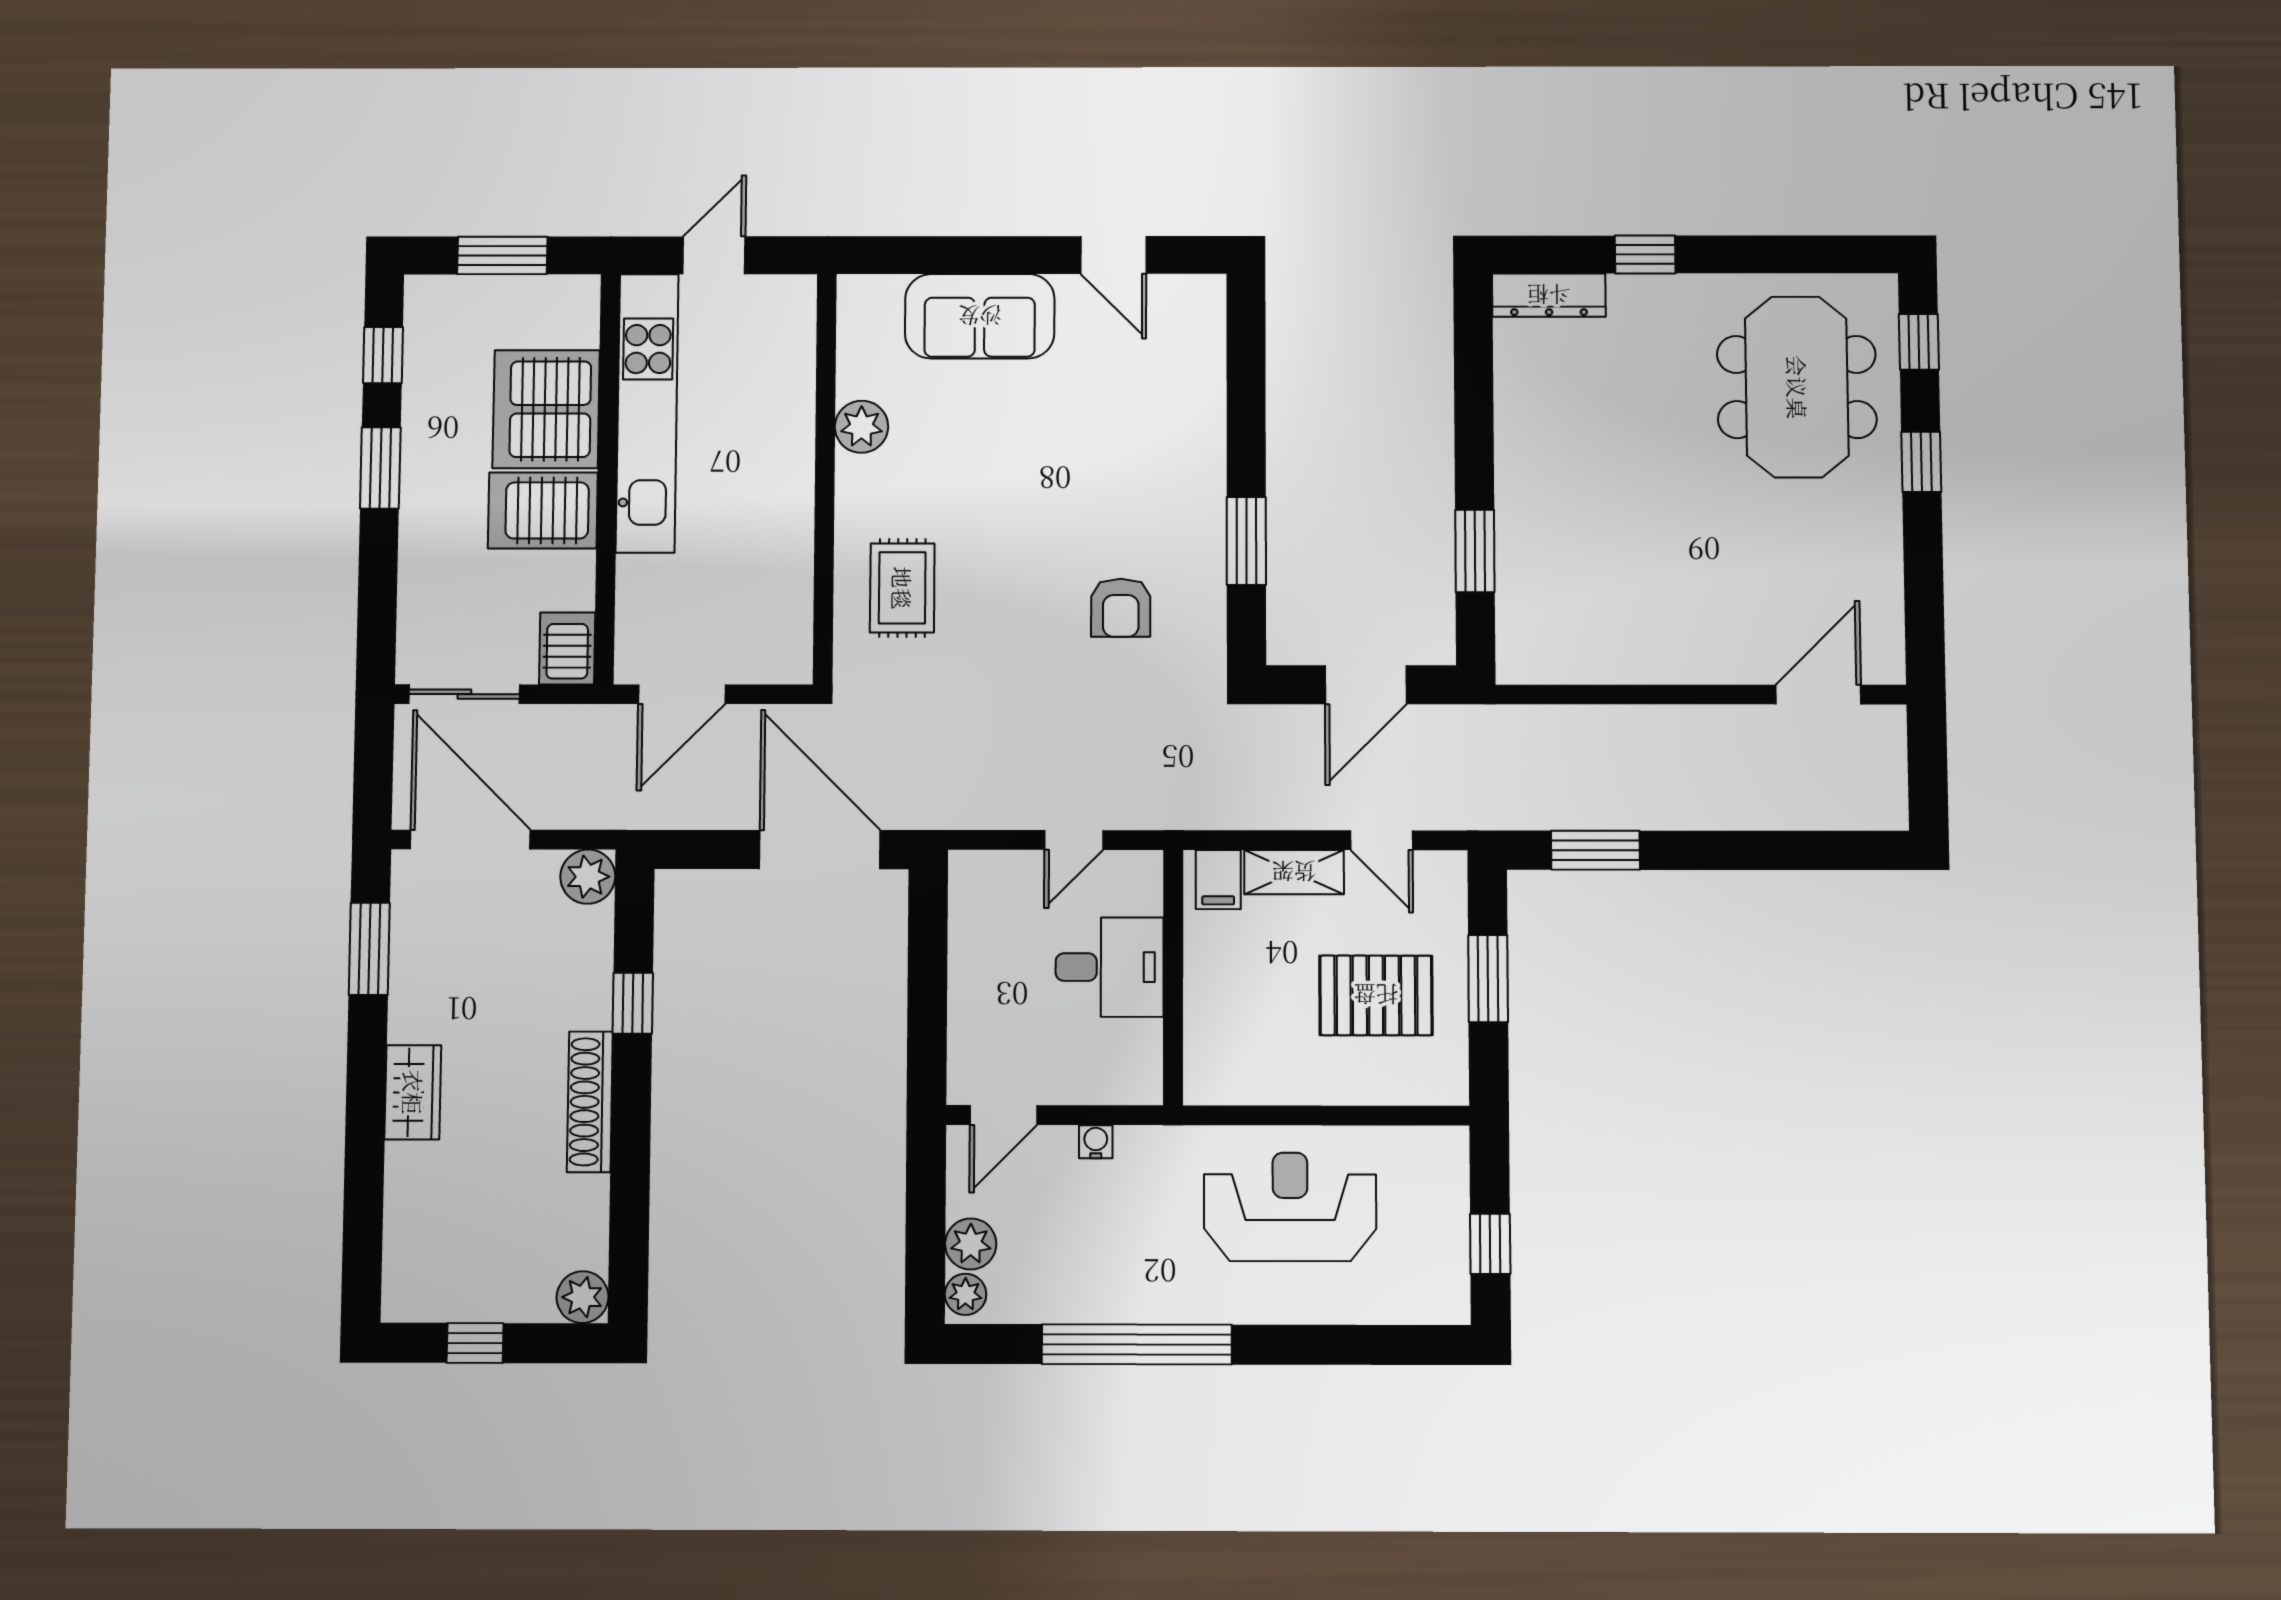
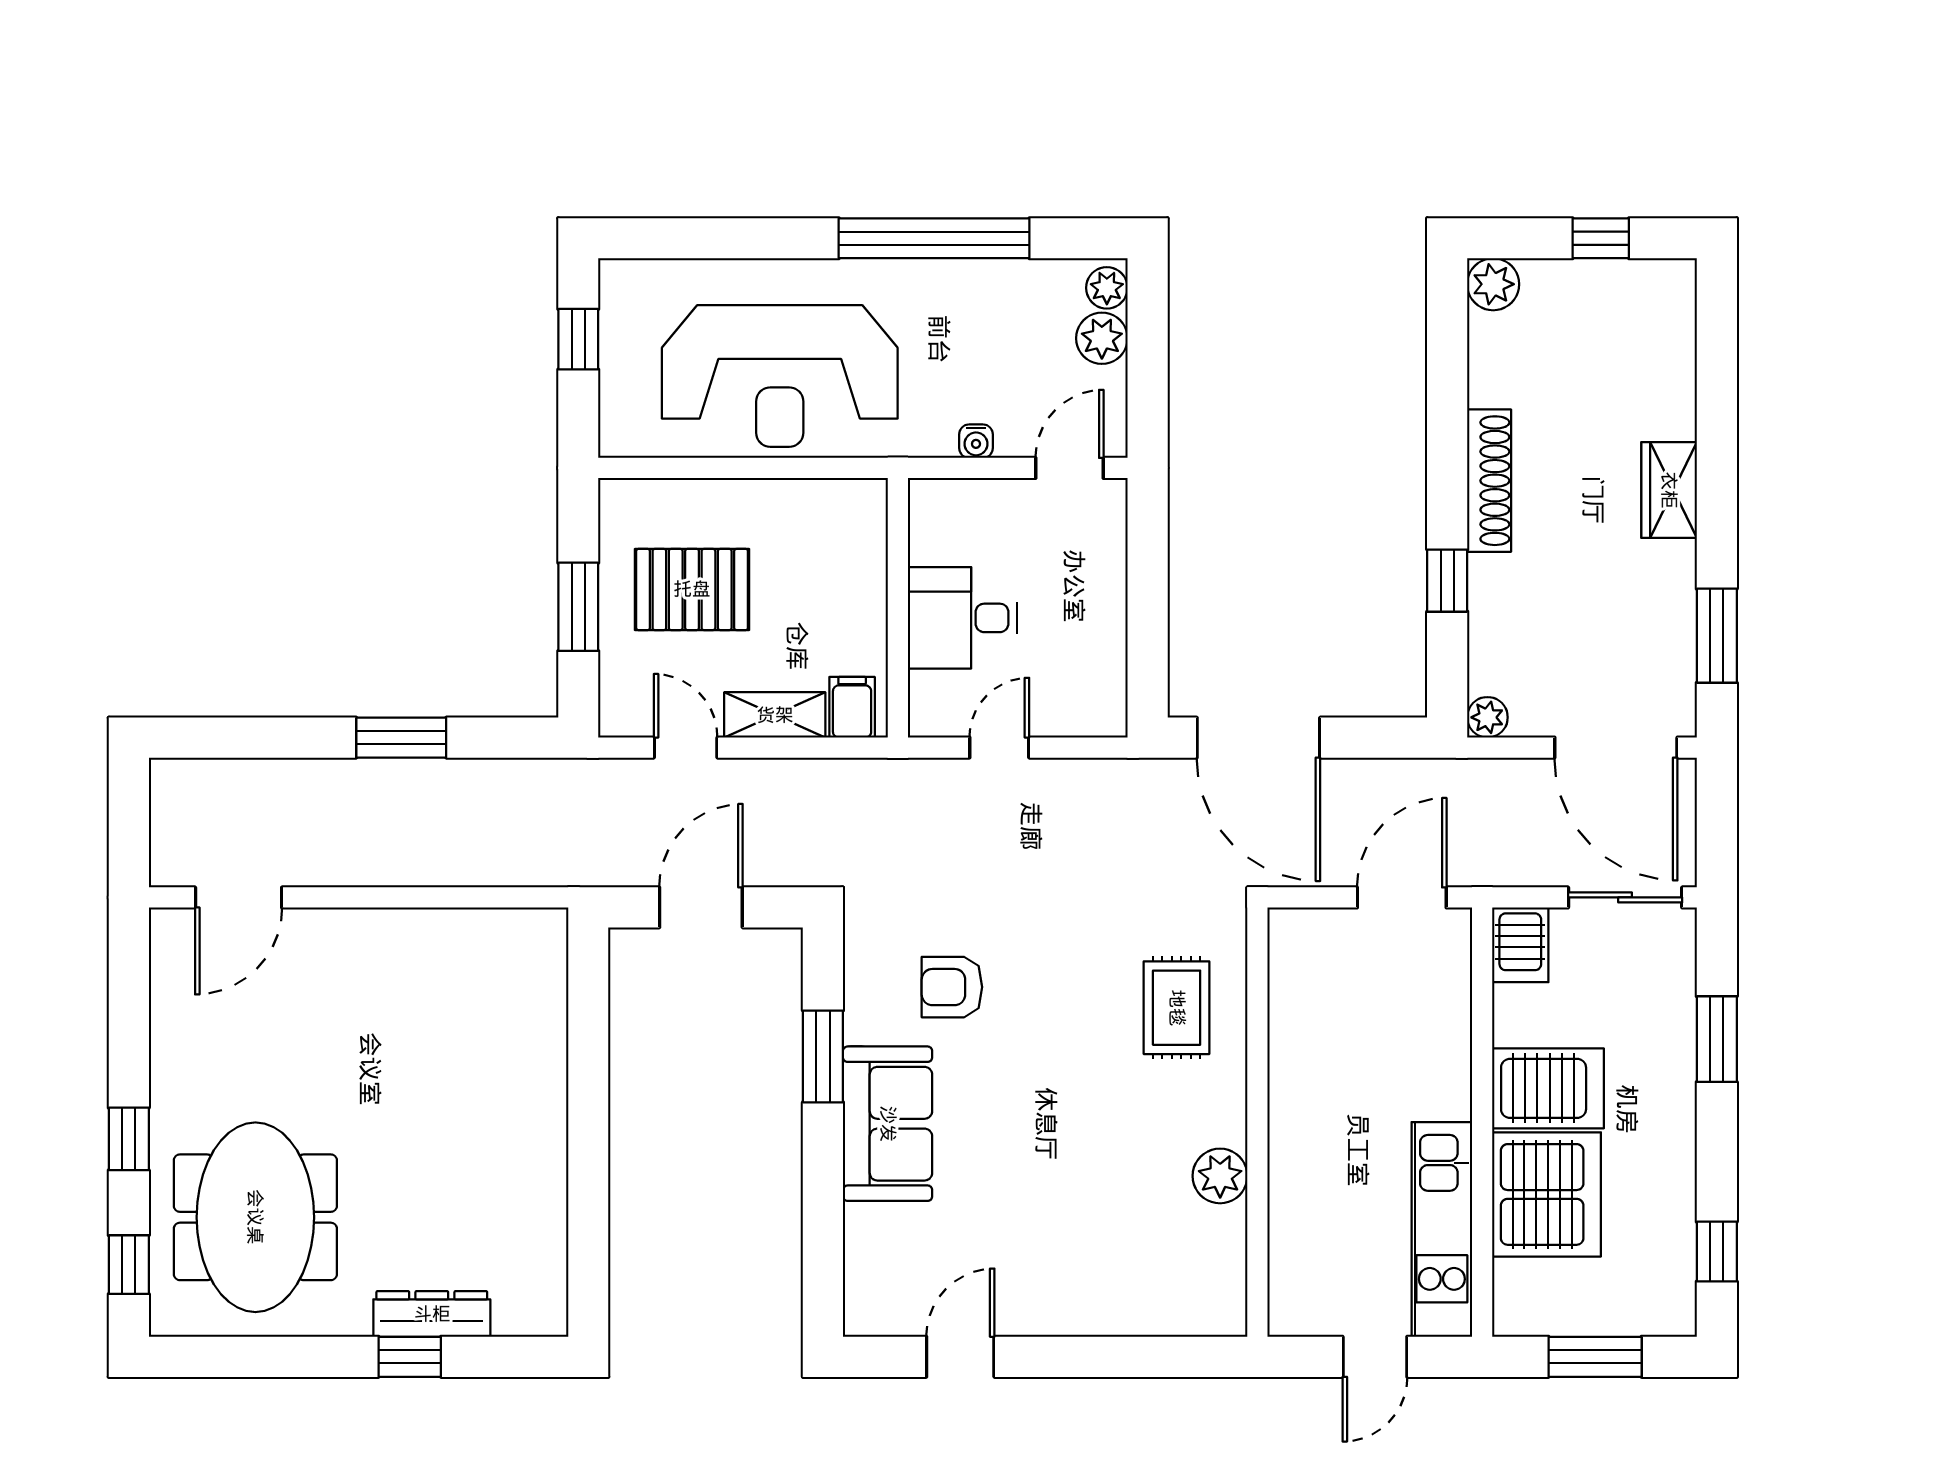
door: (1113, 255) -> (960, 1357), hinge flipped
dresser: (1549, 295) -> (432, 1314), moved
sofa: (980, 316) -> (888, 1124), moved, turned 90
kitchen unit: (647, 413) -> (1442, 1229), width x0.73
window: (380, 468) -> (1717, 1039), moved
window: (1475, 551) -> (588, 1046), removed
armchair: (1121, 608) -> (952, 987), turned -90
window: (1595, 850) -> (401, 738), moved
plant: (588, 877) -> (1487, 717), width x0.73, depth x0.73
reception desk: (1290, 1207) -> (780, 376), width x1.36, depth x1.30

